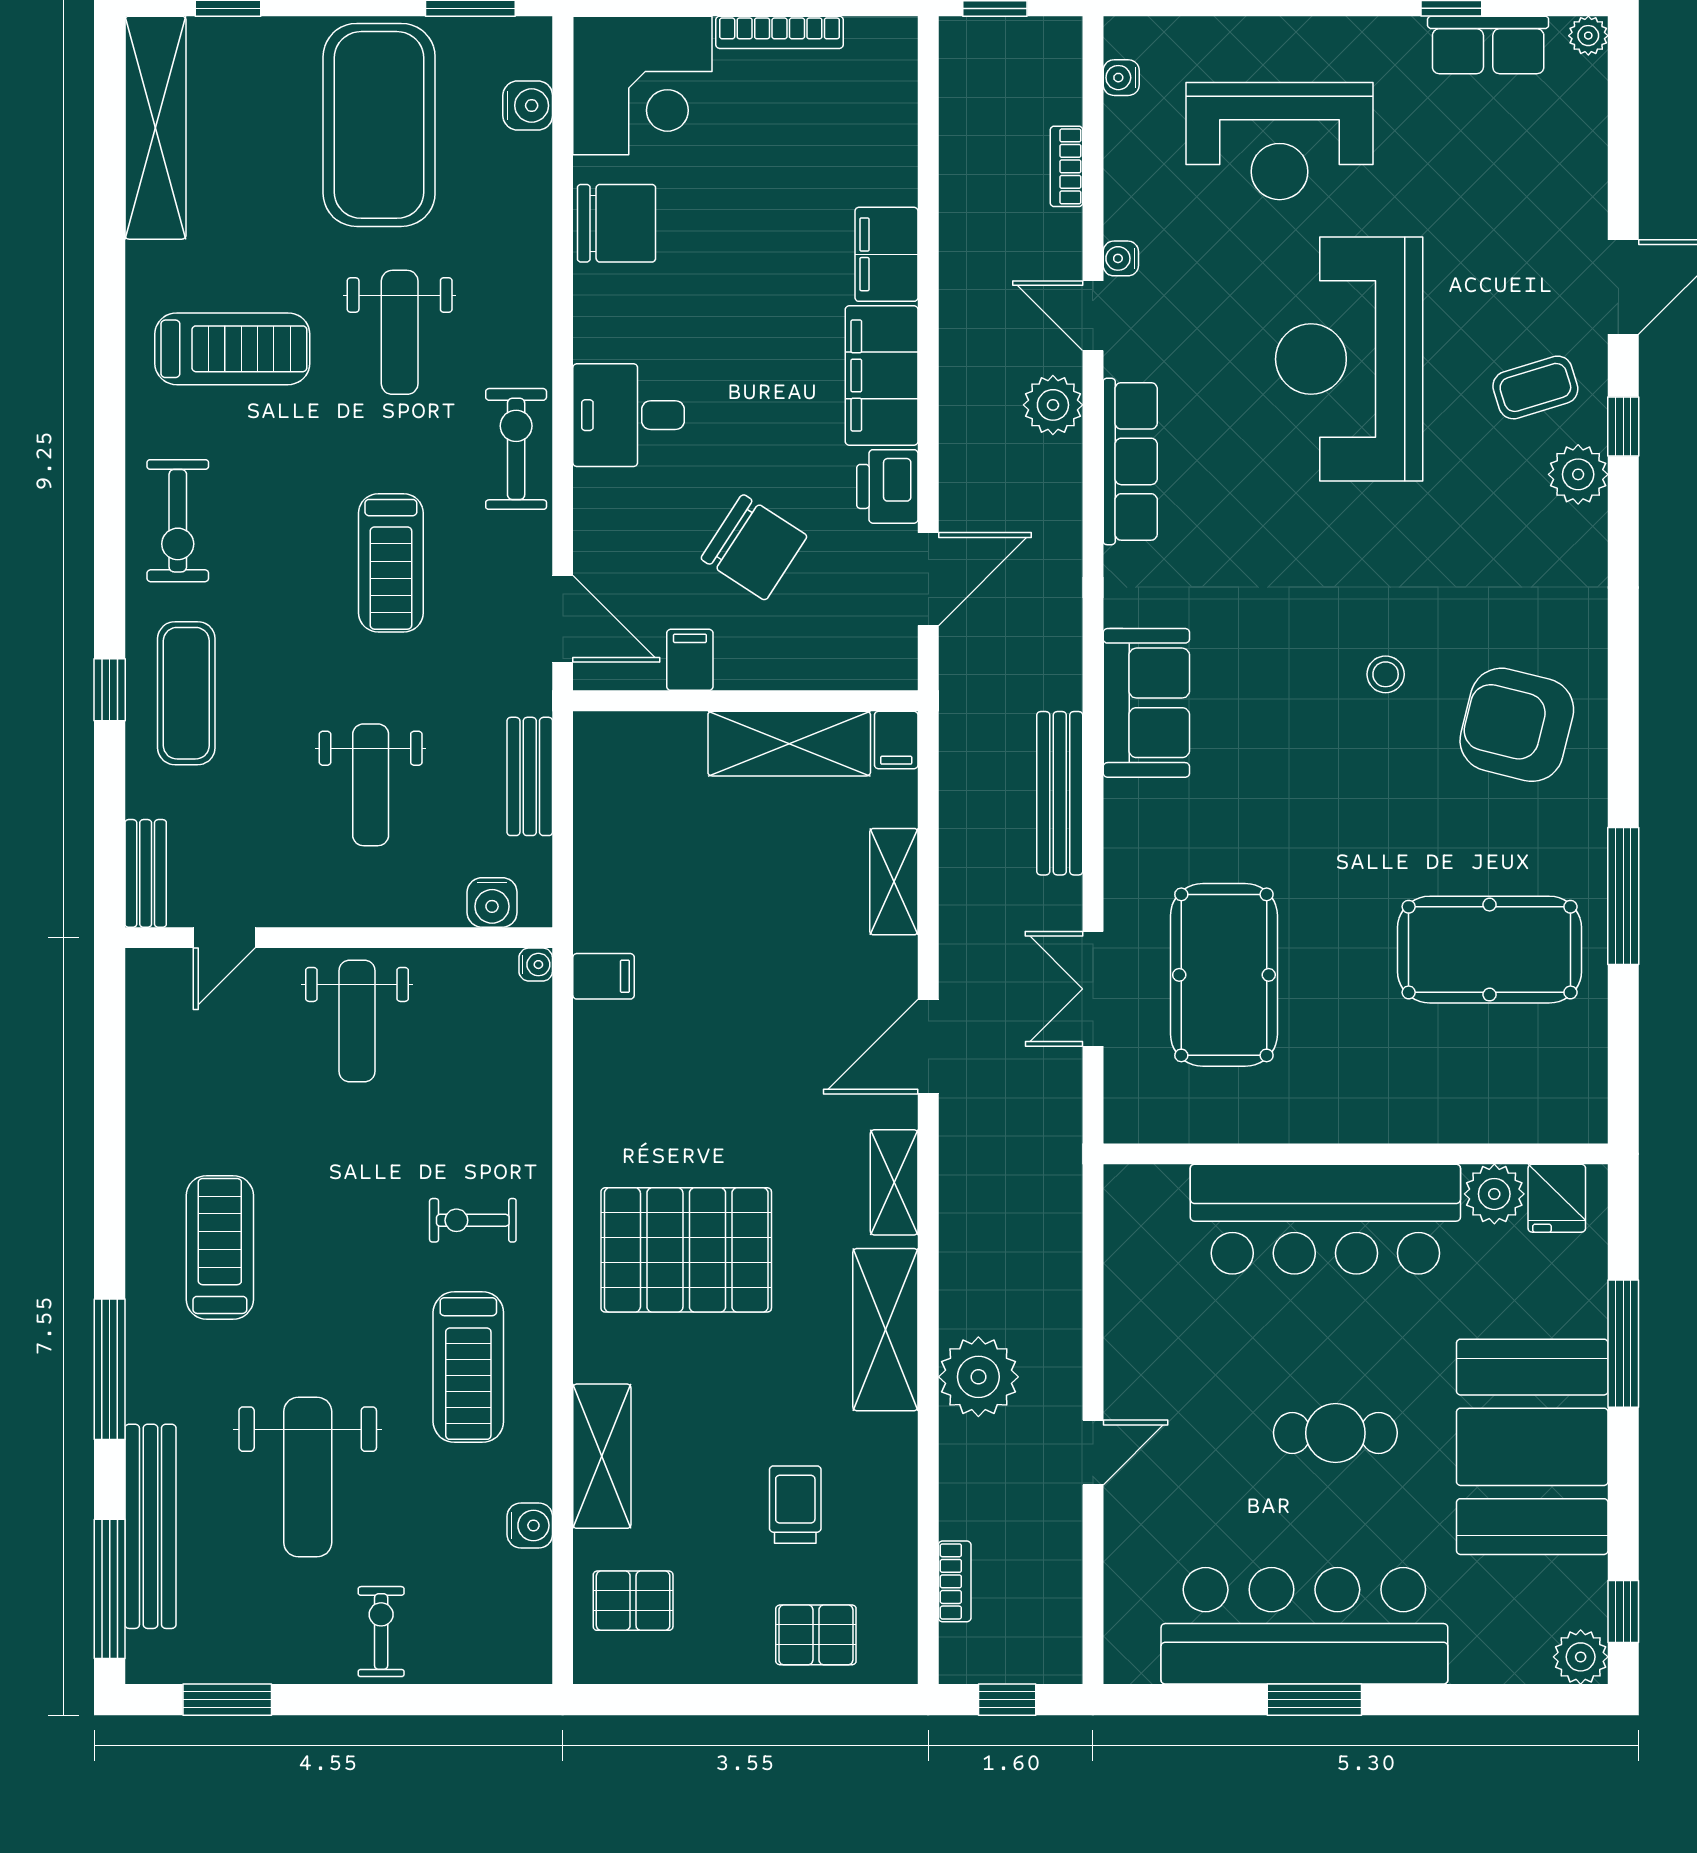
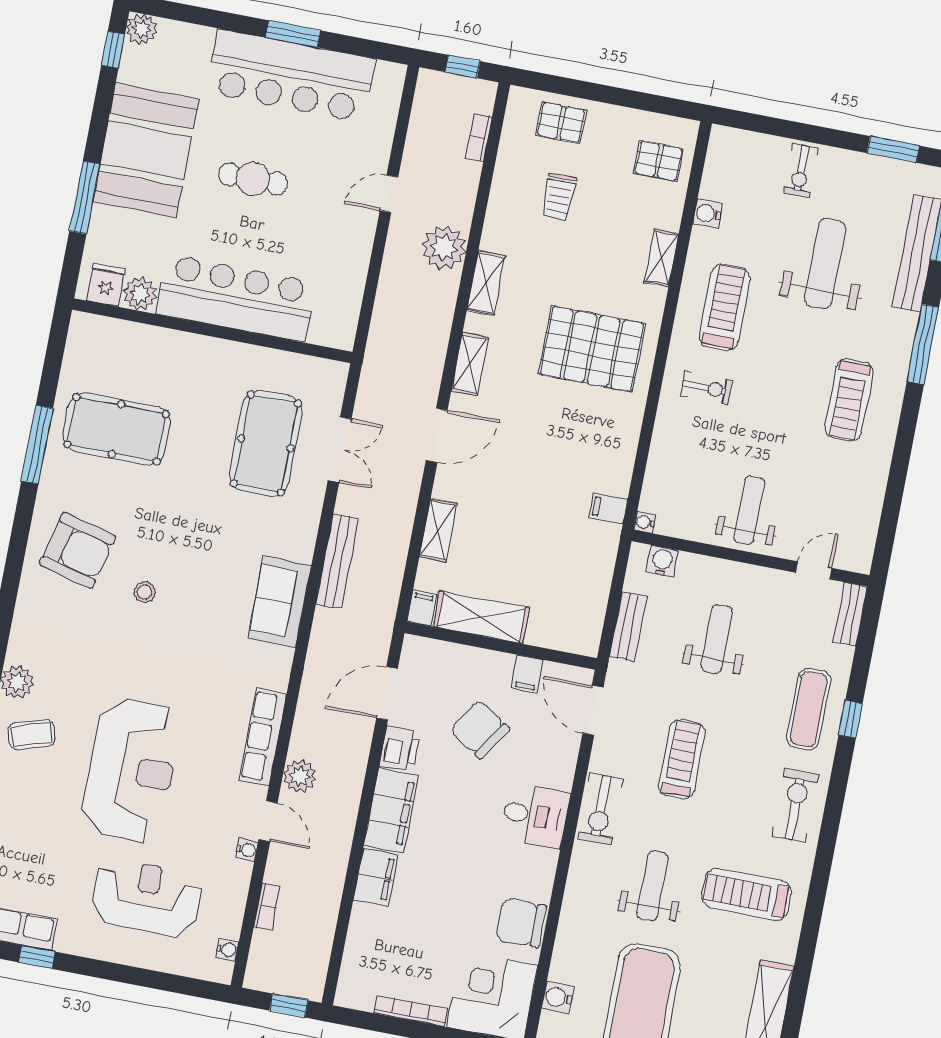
shelving: (885, 1330) -> (486, 283), width x0.67, depth x0.75
shelving: (602, 1456) -> (662, 258), width x0.67, depth x0.75

